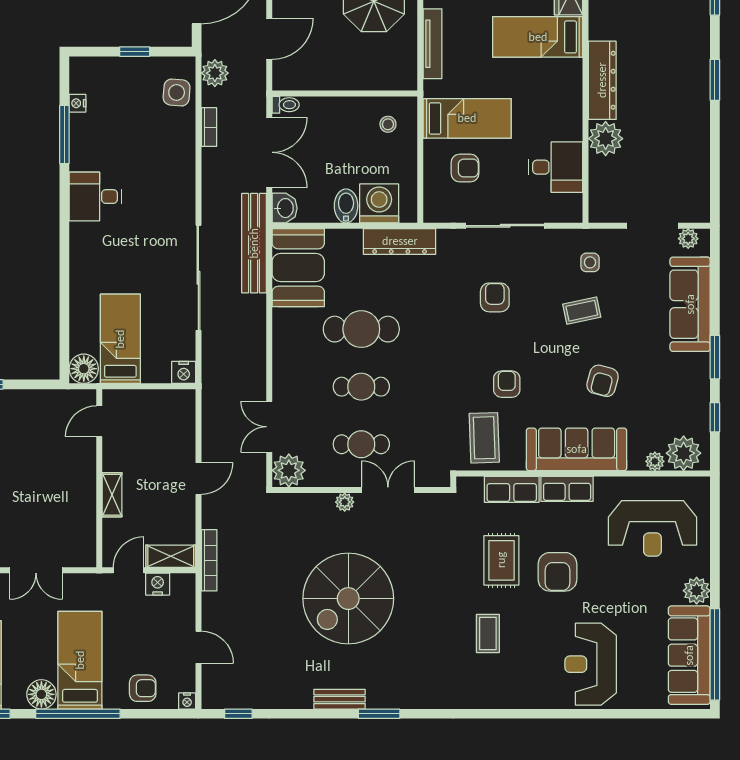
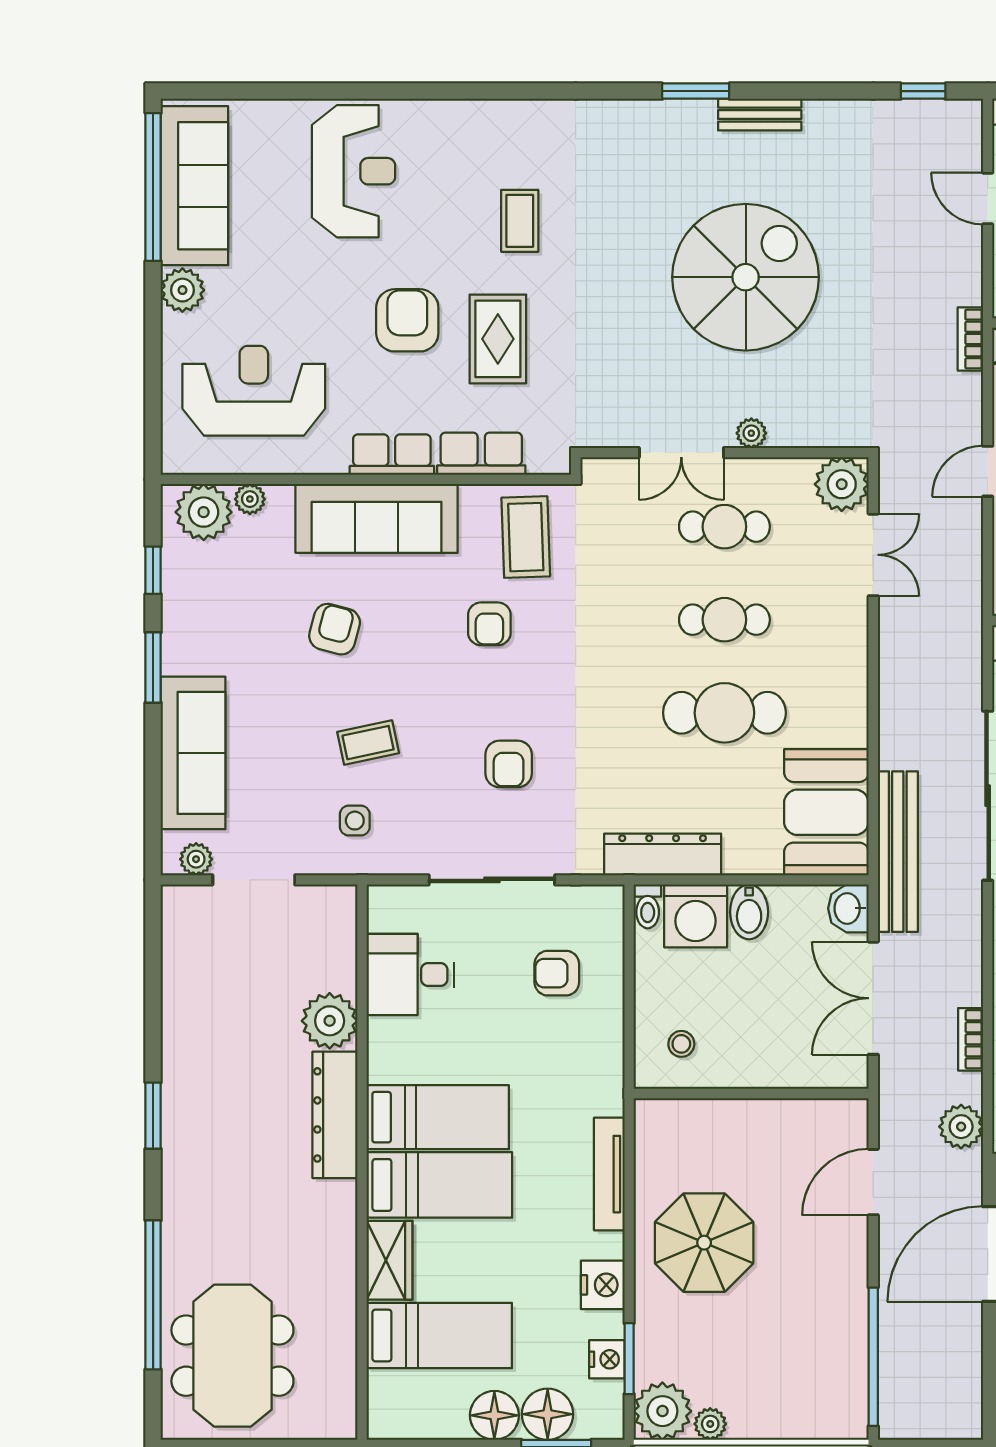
toilet: (286, 105) -> (648, 906), moved, turned -90
bed: (467, 118) -> (438, 1117), moved, turned 180
bookcase: (209, 560) -> (970, 339), width x0.64

